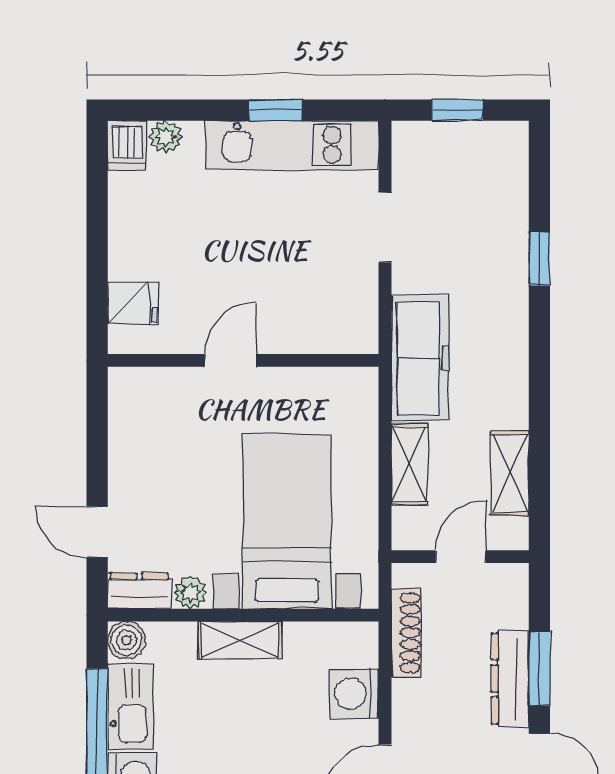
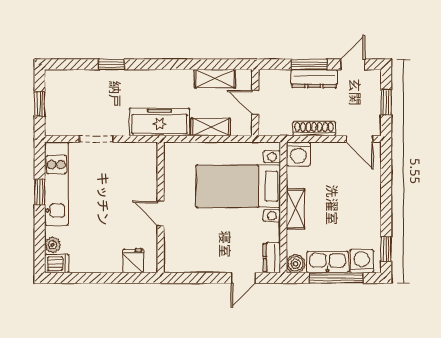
plant: (190, 592) -> (273, 233), removed
shoe rack: (406, 633) -> (314, 129), moved
washing machine: (354, 694) -> (298, 154), moved

